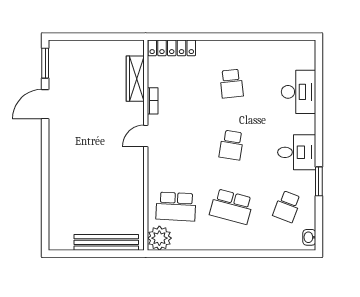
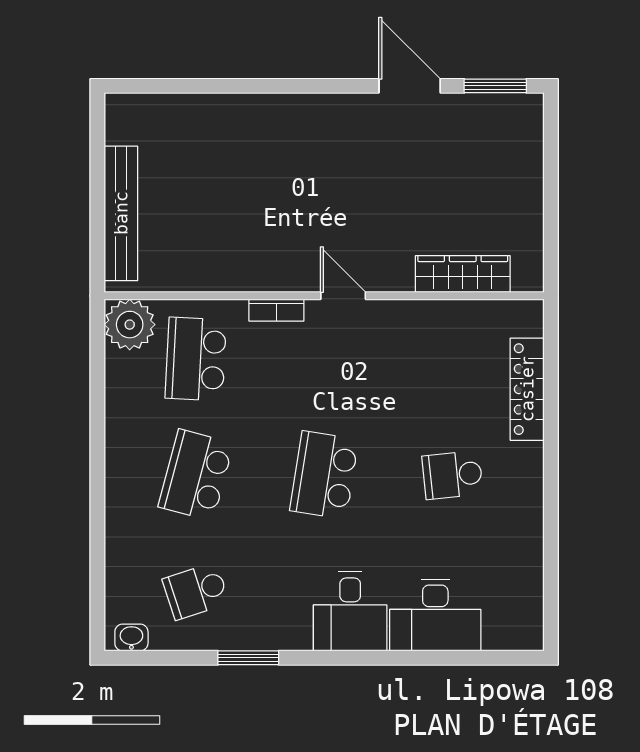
locker: (172, 48) -> (527, 389), moved
bookcase: (153, 101) -> (276, 310), moved
school desk: (232, 145) -> (324, 475), width x1.85
desk: (297, 152) -> (350, 611), moved
school desk: (287, 206) -> (196, 591), turned -39

